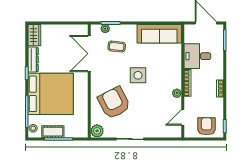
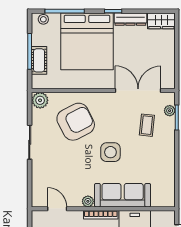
sofa: (159, 34) -> (123, 195), moved, turned 90
cot: (53, 132) -> (39, 60), moved

